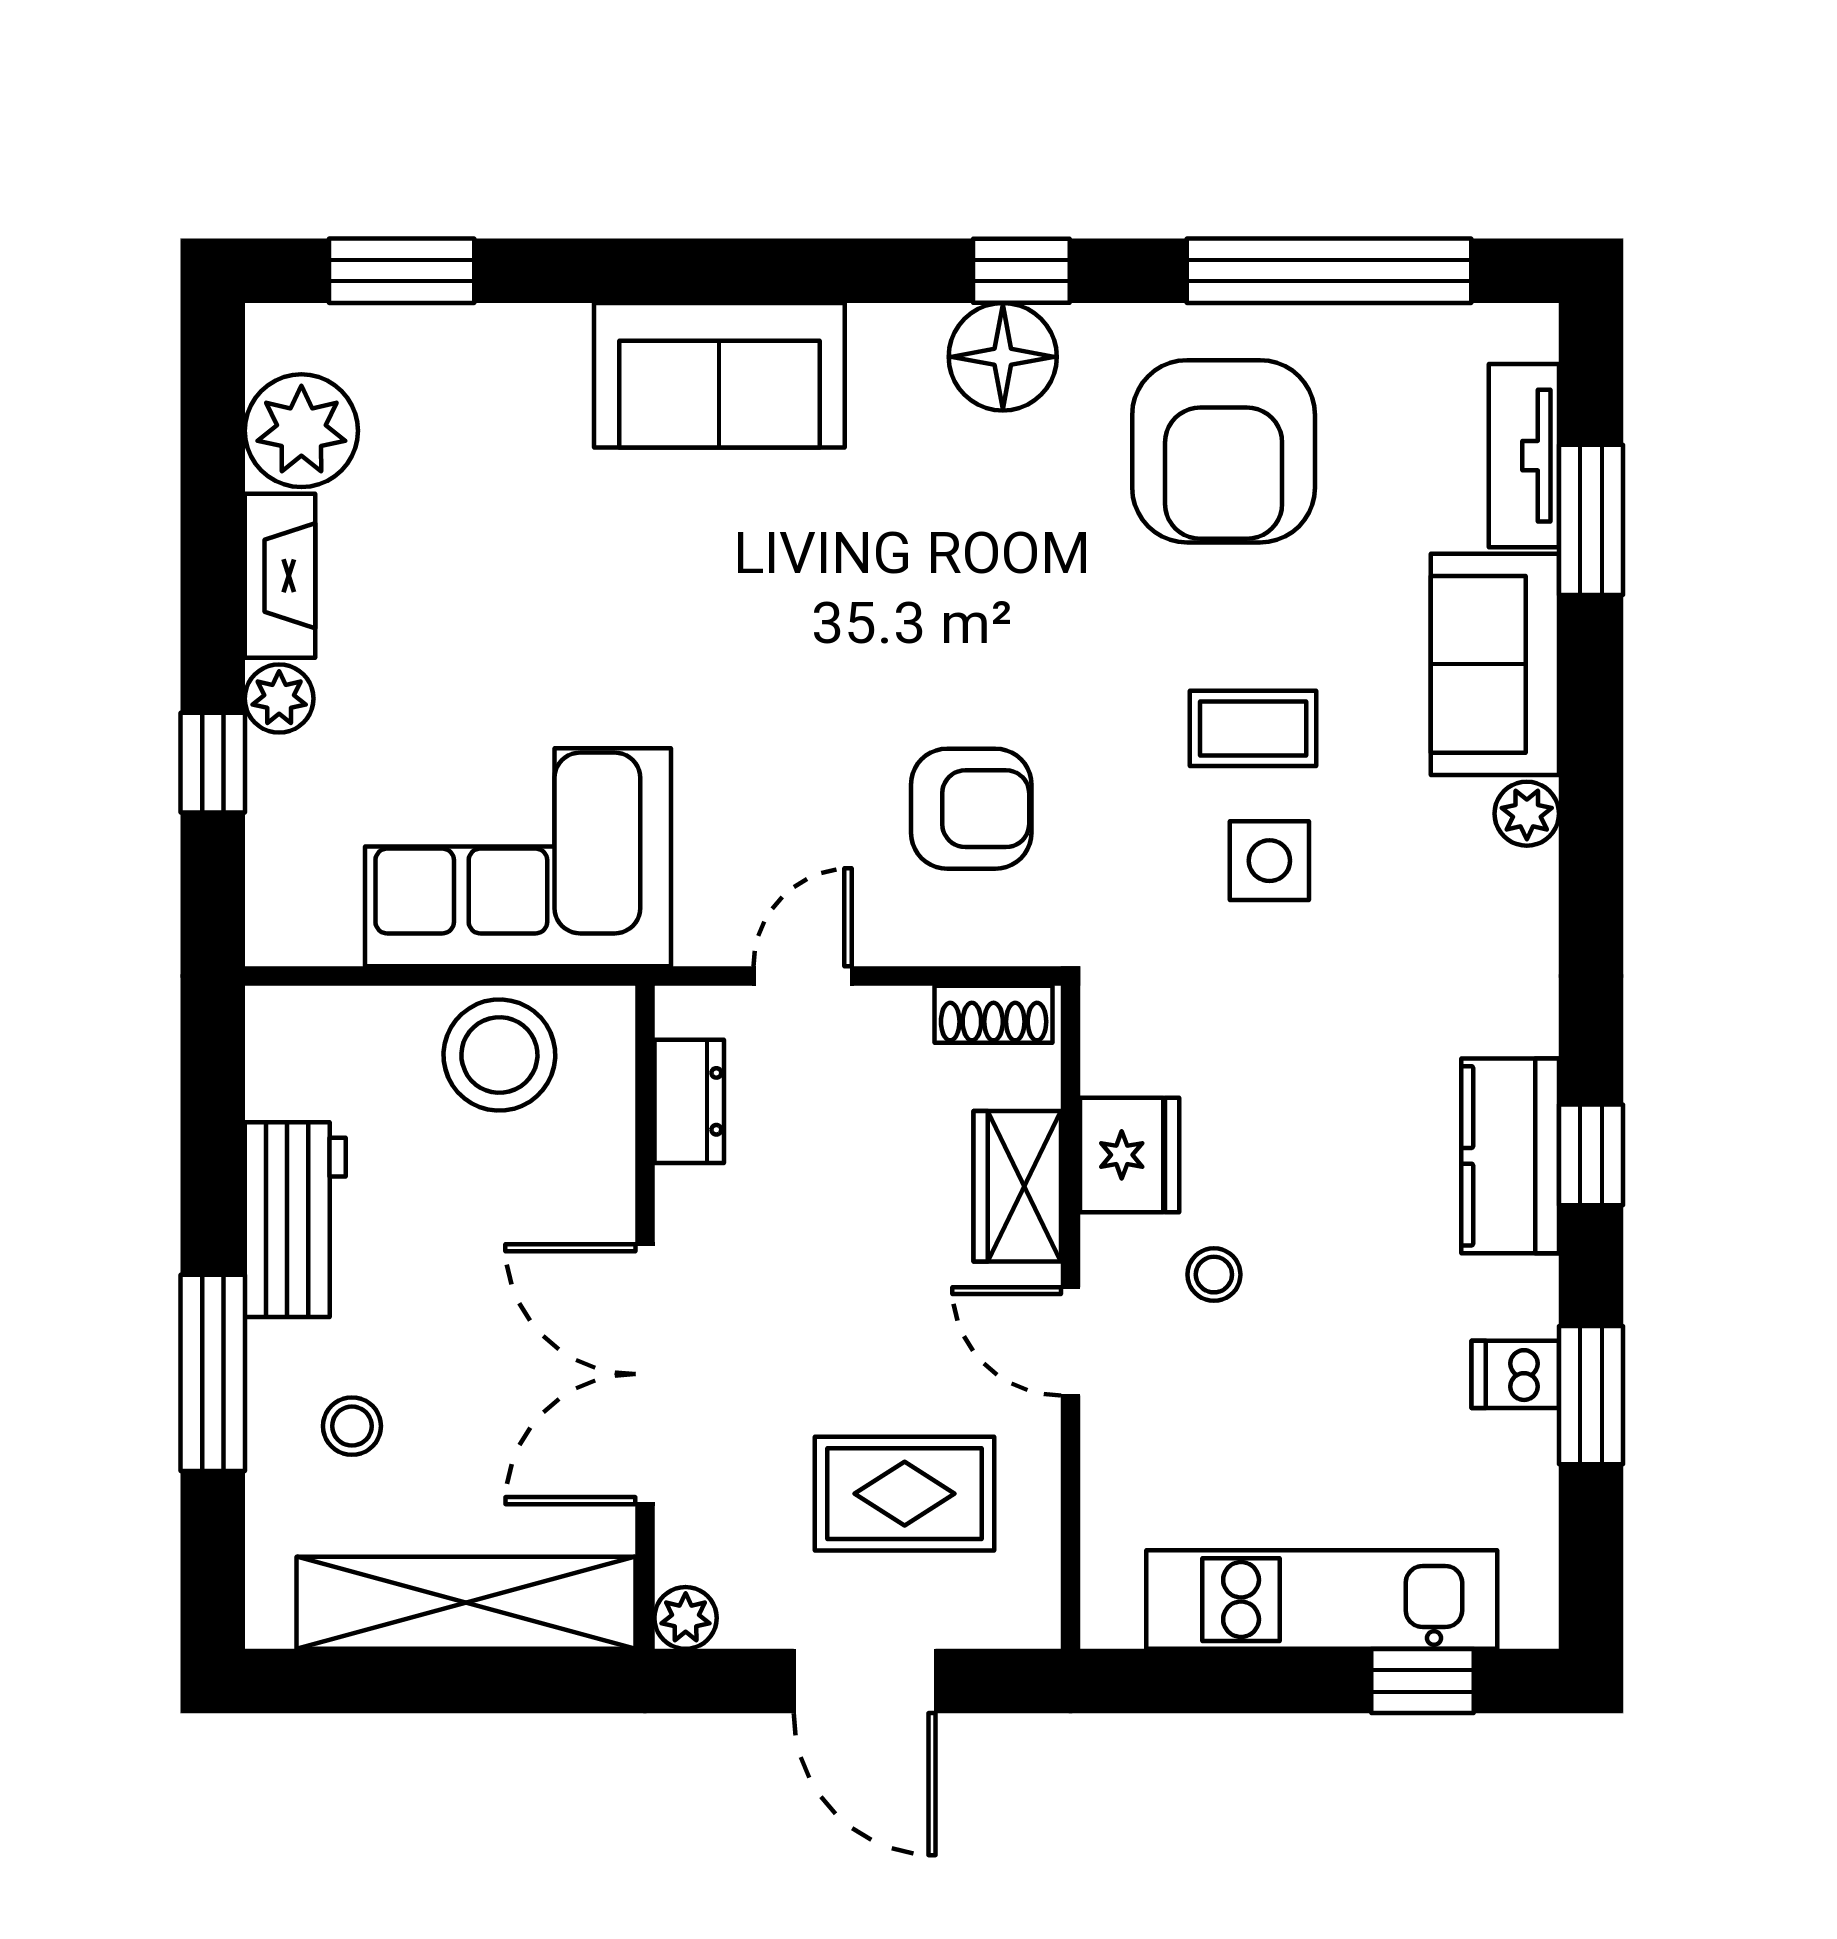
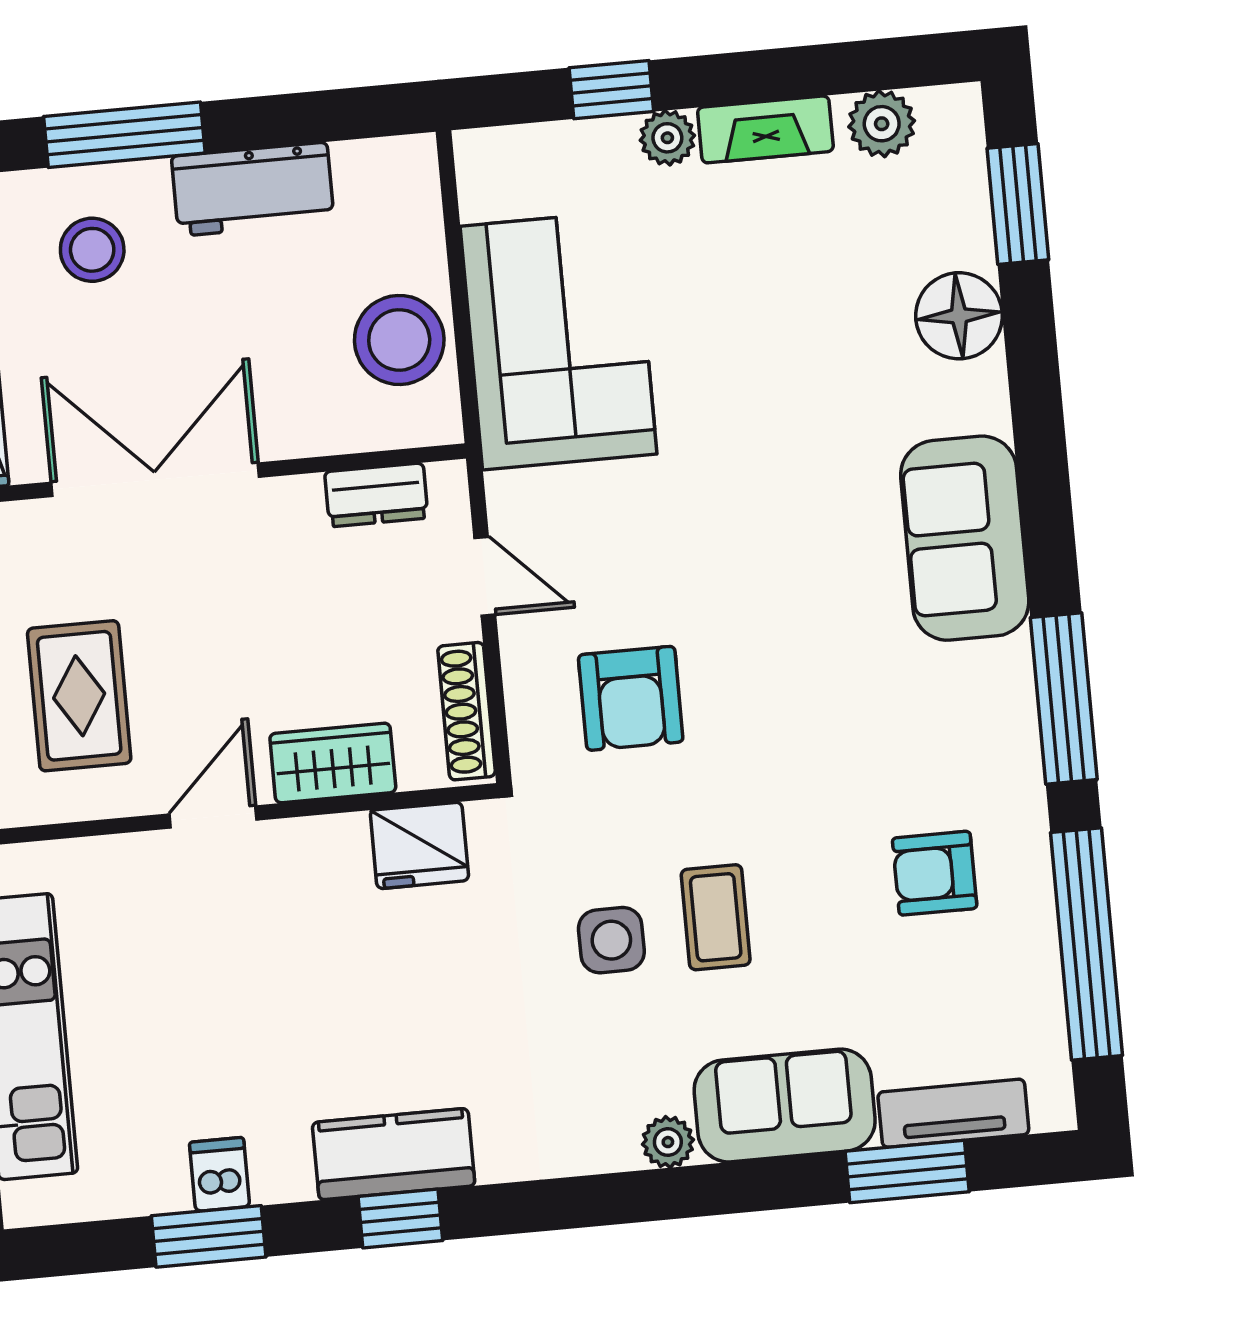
window: (1021, 271) -> (1064, 698), width x2.17
floor lamp: (1003, 357) -> (959, 316), moved
sofa: (719, 375) -> (965, 538), moved
plant: (301, 431) -> (882, 124), width x0.73, depth x0.73
armchair: (1224, 451) -> (935, 873), width x0.53, depth x0.53
shoe rack: (994, 1014) -> (467, 711), width x1.43
fridge: (1130, 1155) -> (419, 845), moved
stool: (1214, 1275) -> (277, 926), removed
stool: (352, 1426) -> (92, 250), width x1.37, depth x1.37

